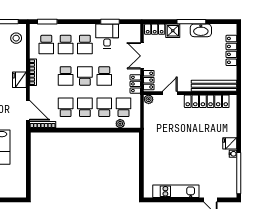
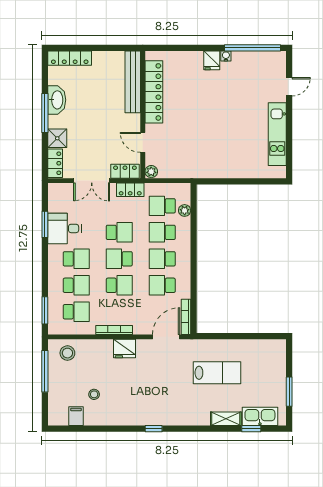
locker: (231, 50) -> (70, 58), moved

